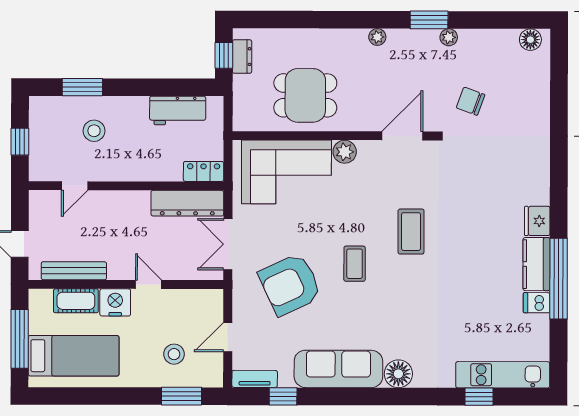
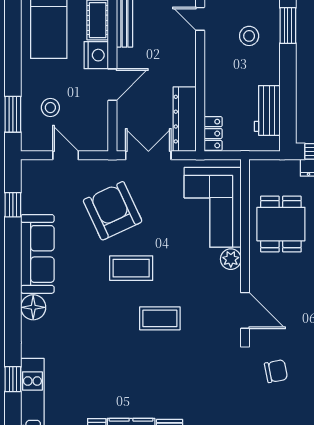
chair: (471, 101) -> (276, 371), turned 59
coffee table: (355, 264) -> (131, 268), width x1.36, depth x1.30
door: (149, 284) -> (112, 85), width x1.38
tv unit: (255, 379) -> (28, 179), removed

